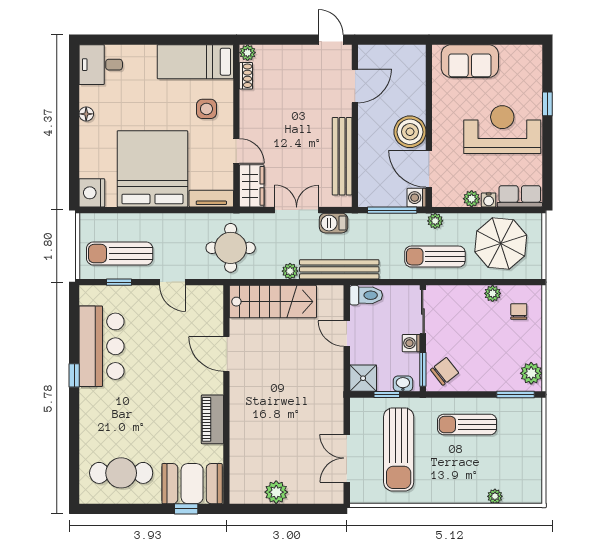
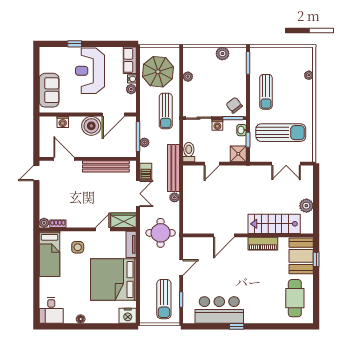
washing machine: (417, 198) -> (63, 122), moved
double door: (297, 210) -> (138, 194), swing flipped
plant: (435, 221) -> (144, 142), moved
stairs: (273, 302) -> (274, 224), moved, turned -90
chair: (519, 311) -> (198, 61), removed
plant: (531, 373) -> (222, 54), moved

